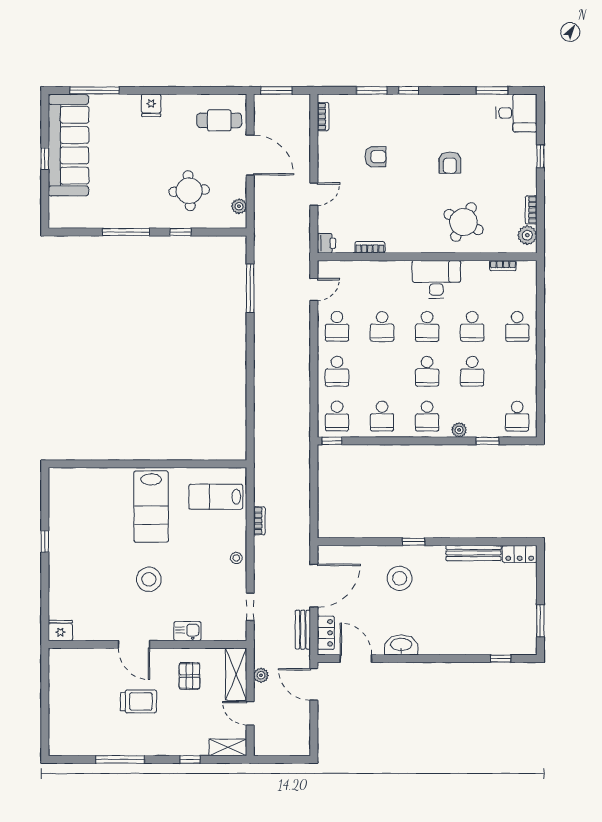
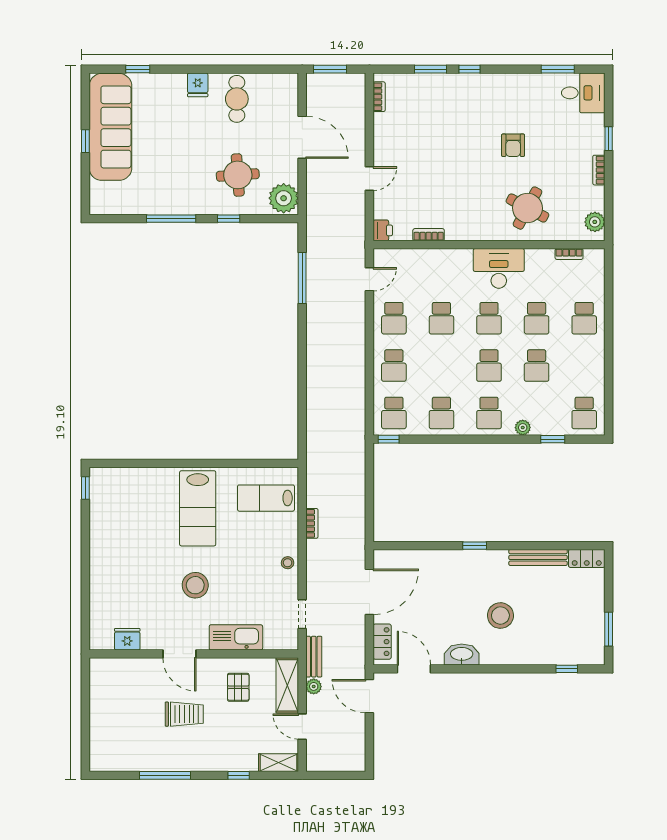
window: (94, 90) -> (138, 69), width x0.46
cafe table: (219, 120) -> (237, 99), moved, turned 90
armchair: (375, 157) -> (434, 139), removed
plant: (239, 206) -> (284, 198), width x1.87, depth x1.87
bookcase: (531, 210) -> (599, 170), moved
window: (45, 541) -> (85, 488), moved
stool: (400, 578) -> (500, 616), moved
bench: (303, 630) -> (314, 657), moved
fridge: (60, 631) -> (127, 639), moved
kitchen sink: (187, 631) -> (236, 637), width x1.88, depth x1.24

